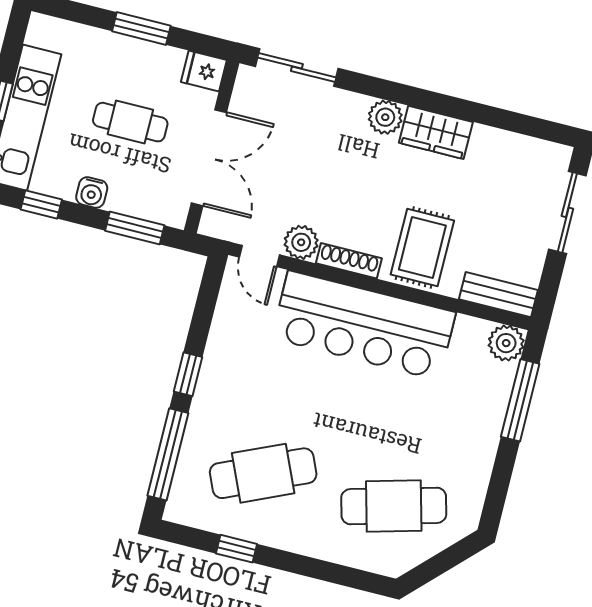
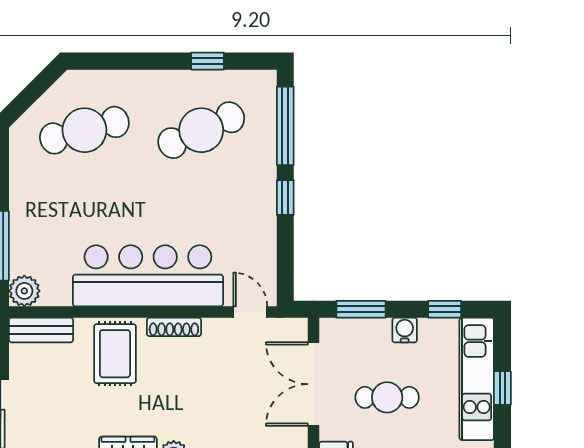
plant: (301, 242) -> (218, 332), removed

